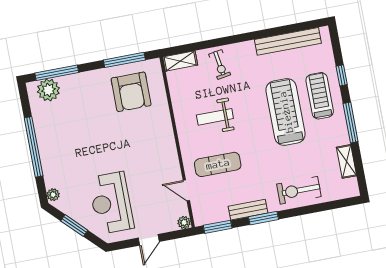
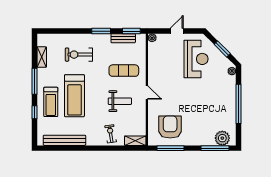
door: (186, 190) -> (147, 93), moved
exercise bike: (299, 190) -> (79, 55), moved, turned 180
bench: (248, 210) -> (123, 38), moved

